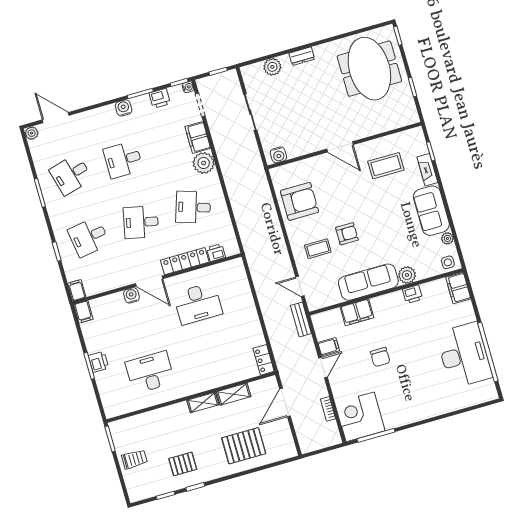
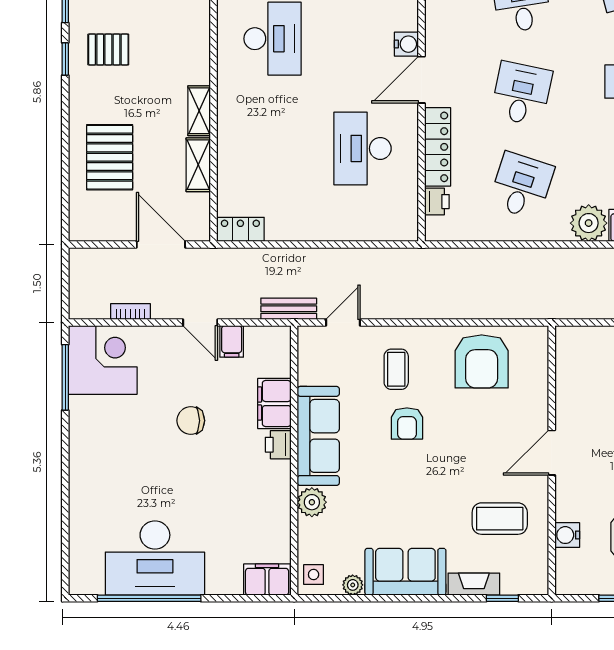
water cooler: (278, 155) -> (567, 535), moved
coffee table: (386, 166) -> (500, 519), turned 90
printer: (413, 294) -> (278, 445), moved
pallet: (183, 464) -> (108, 49), turned 90

